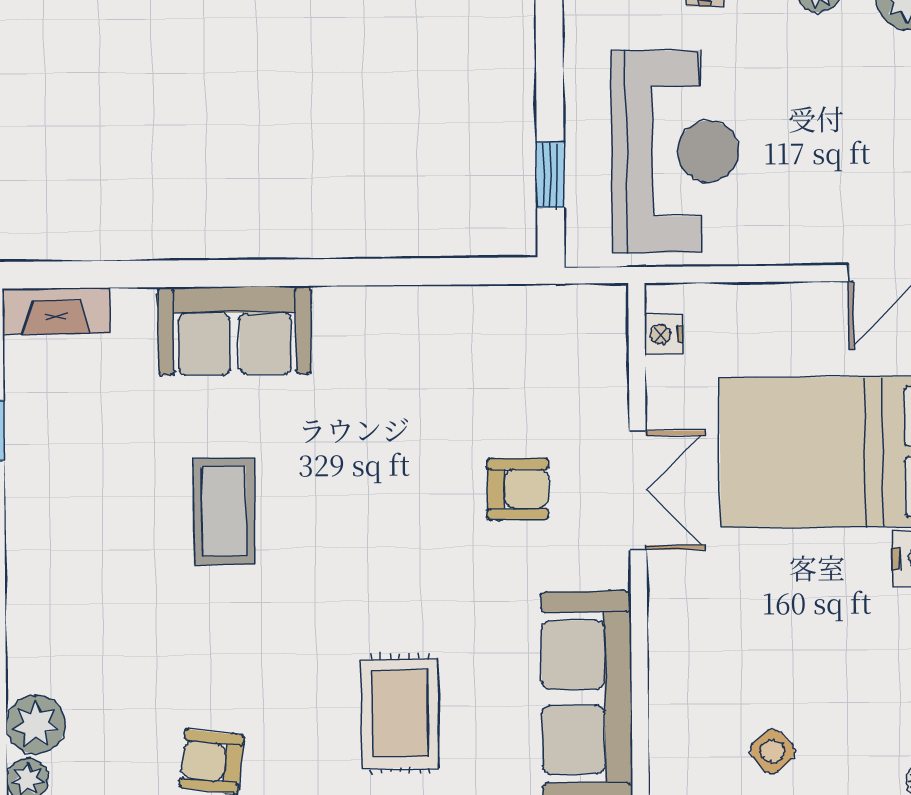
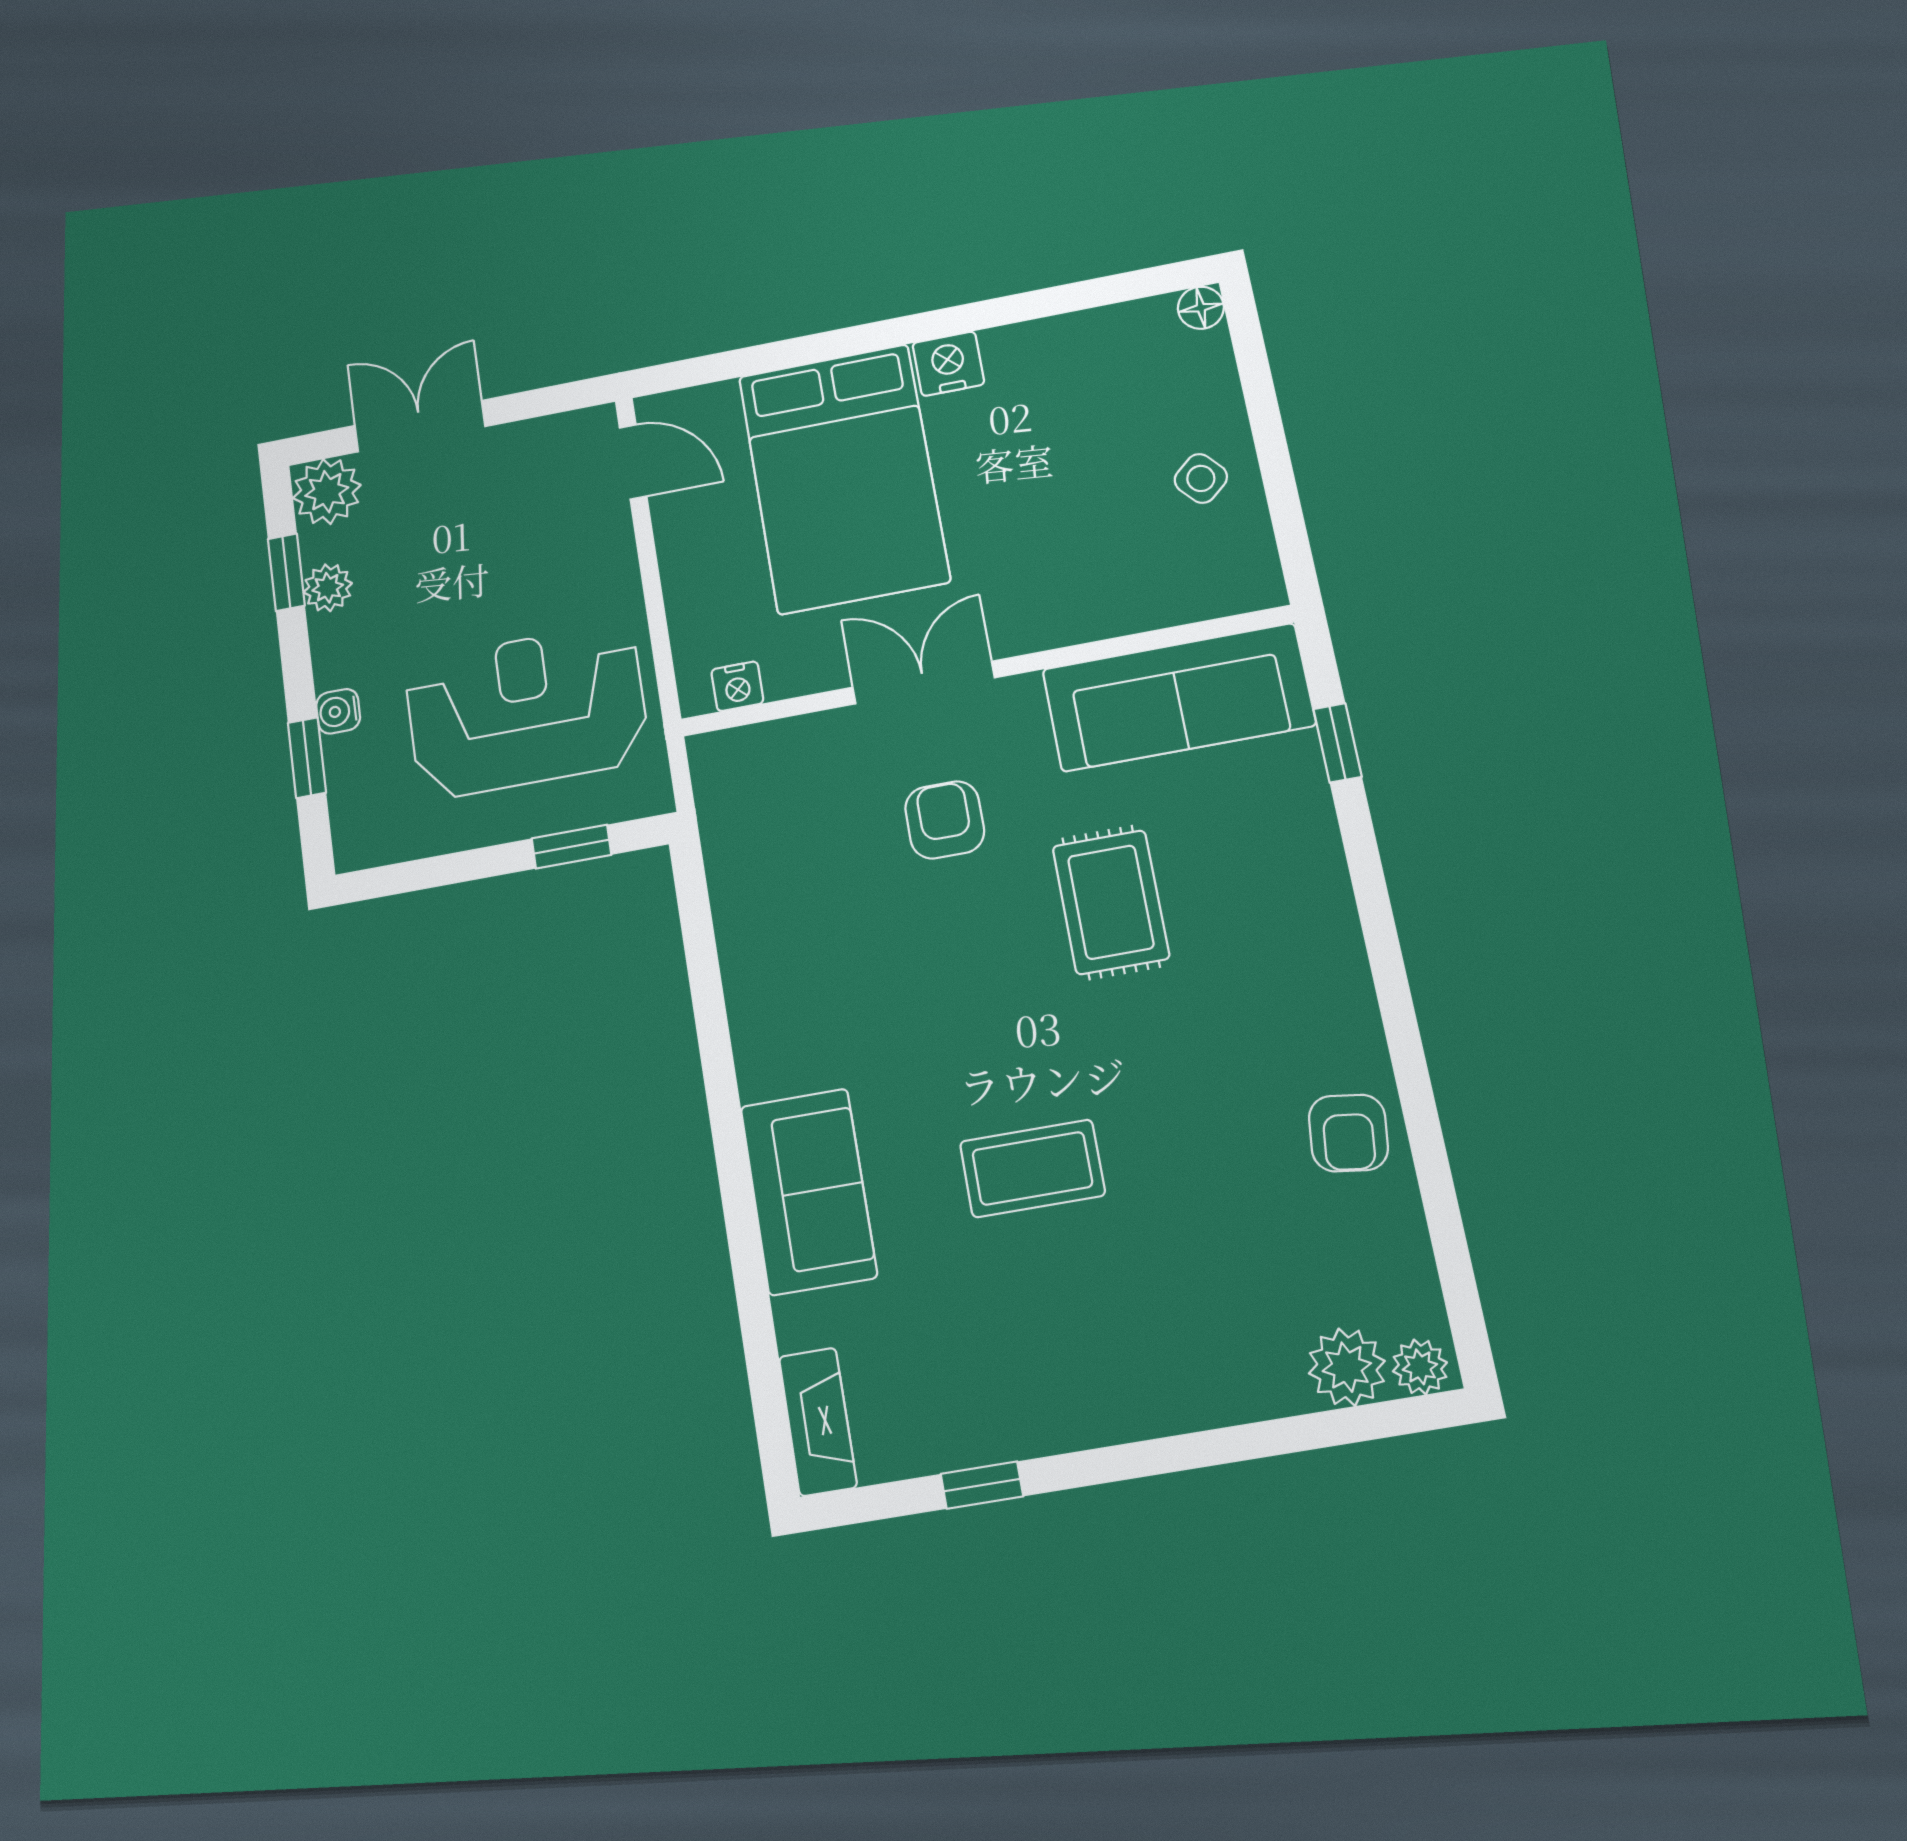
rug: (400, 714) -> (1111, 902), moved, turned 90

